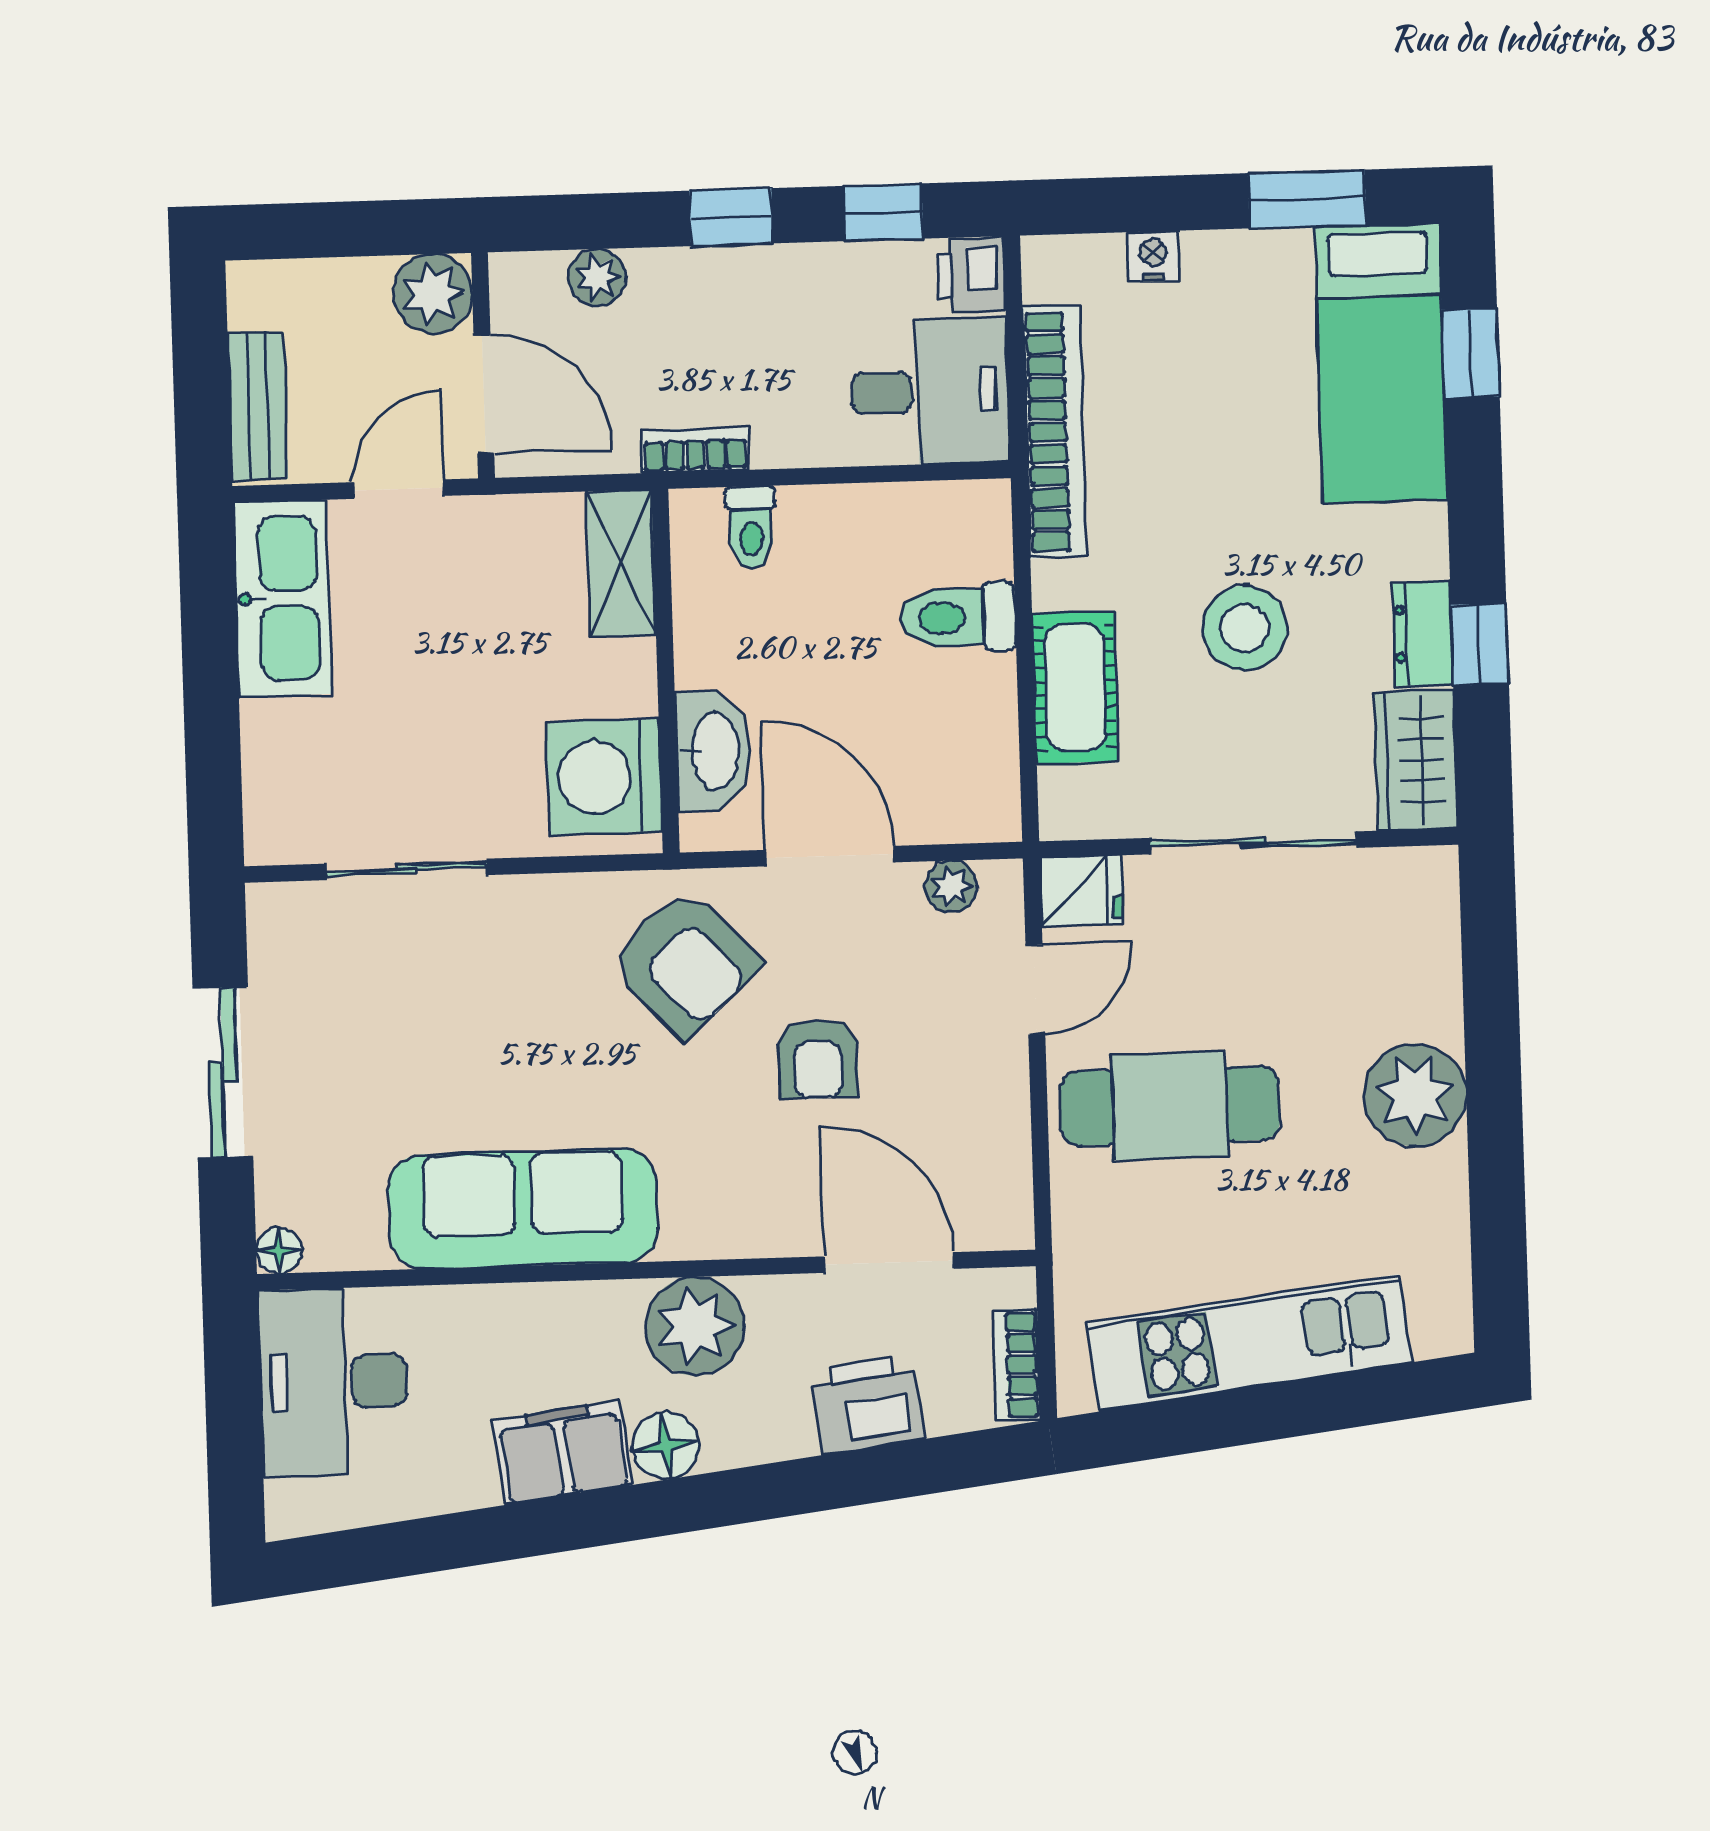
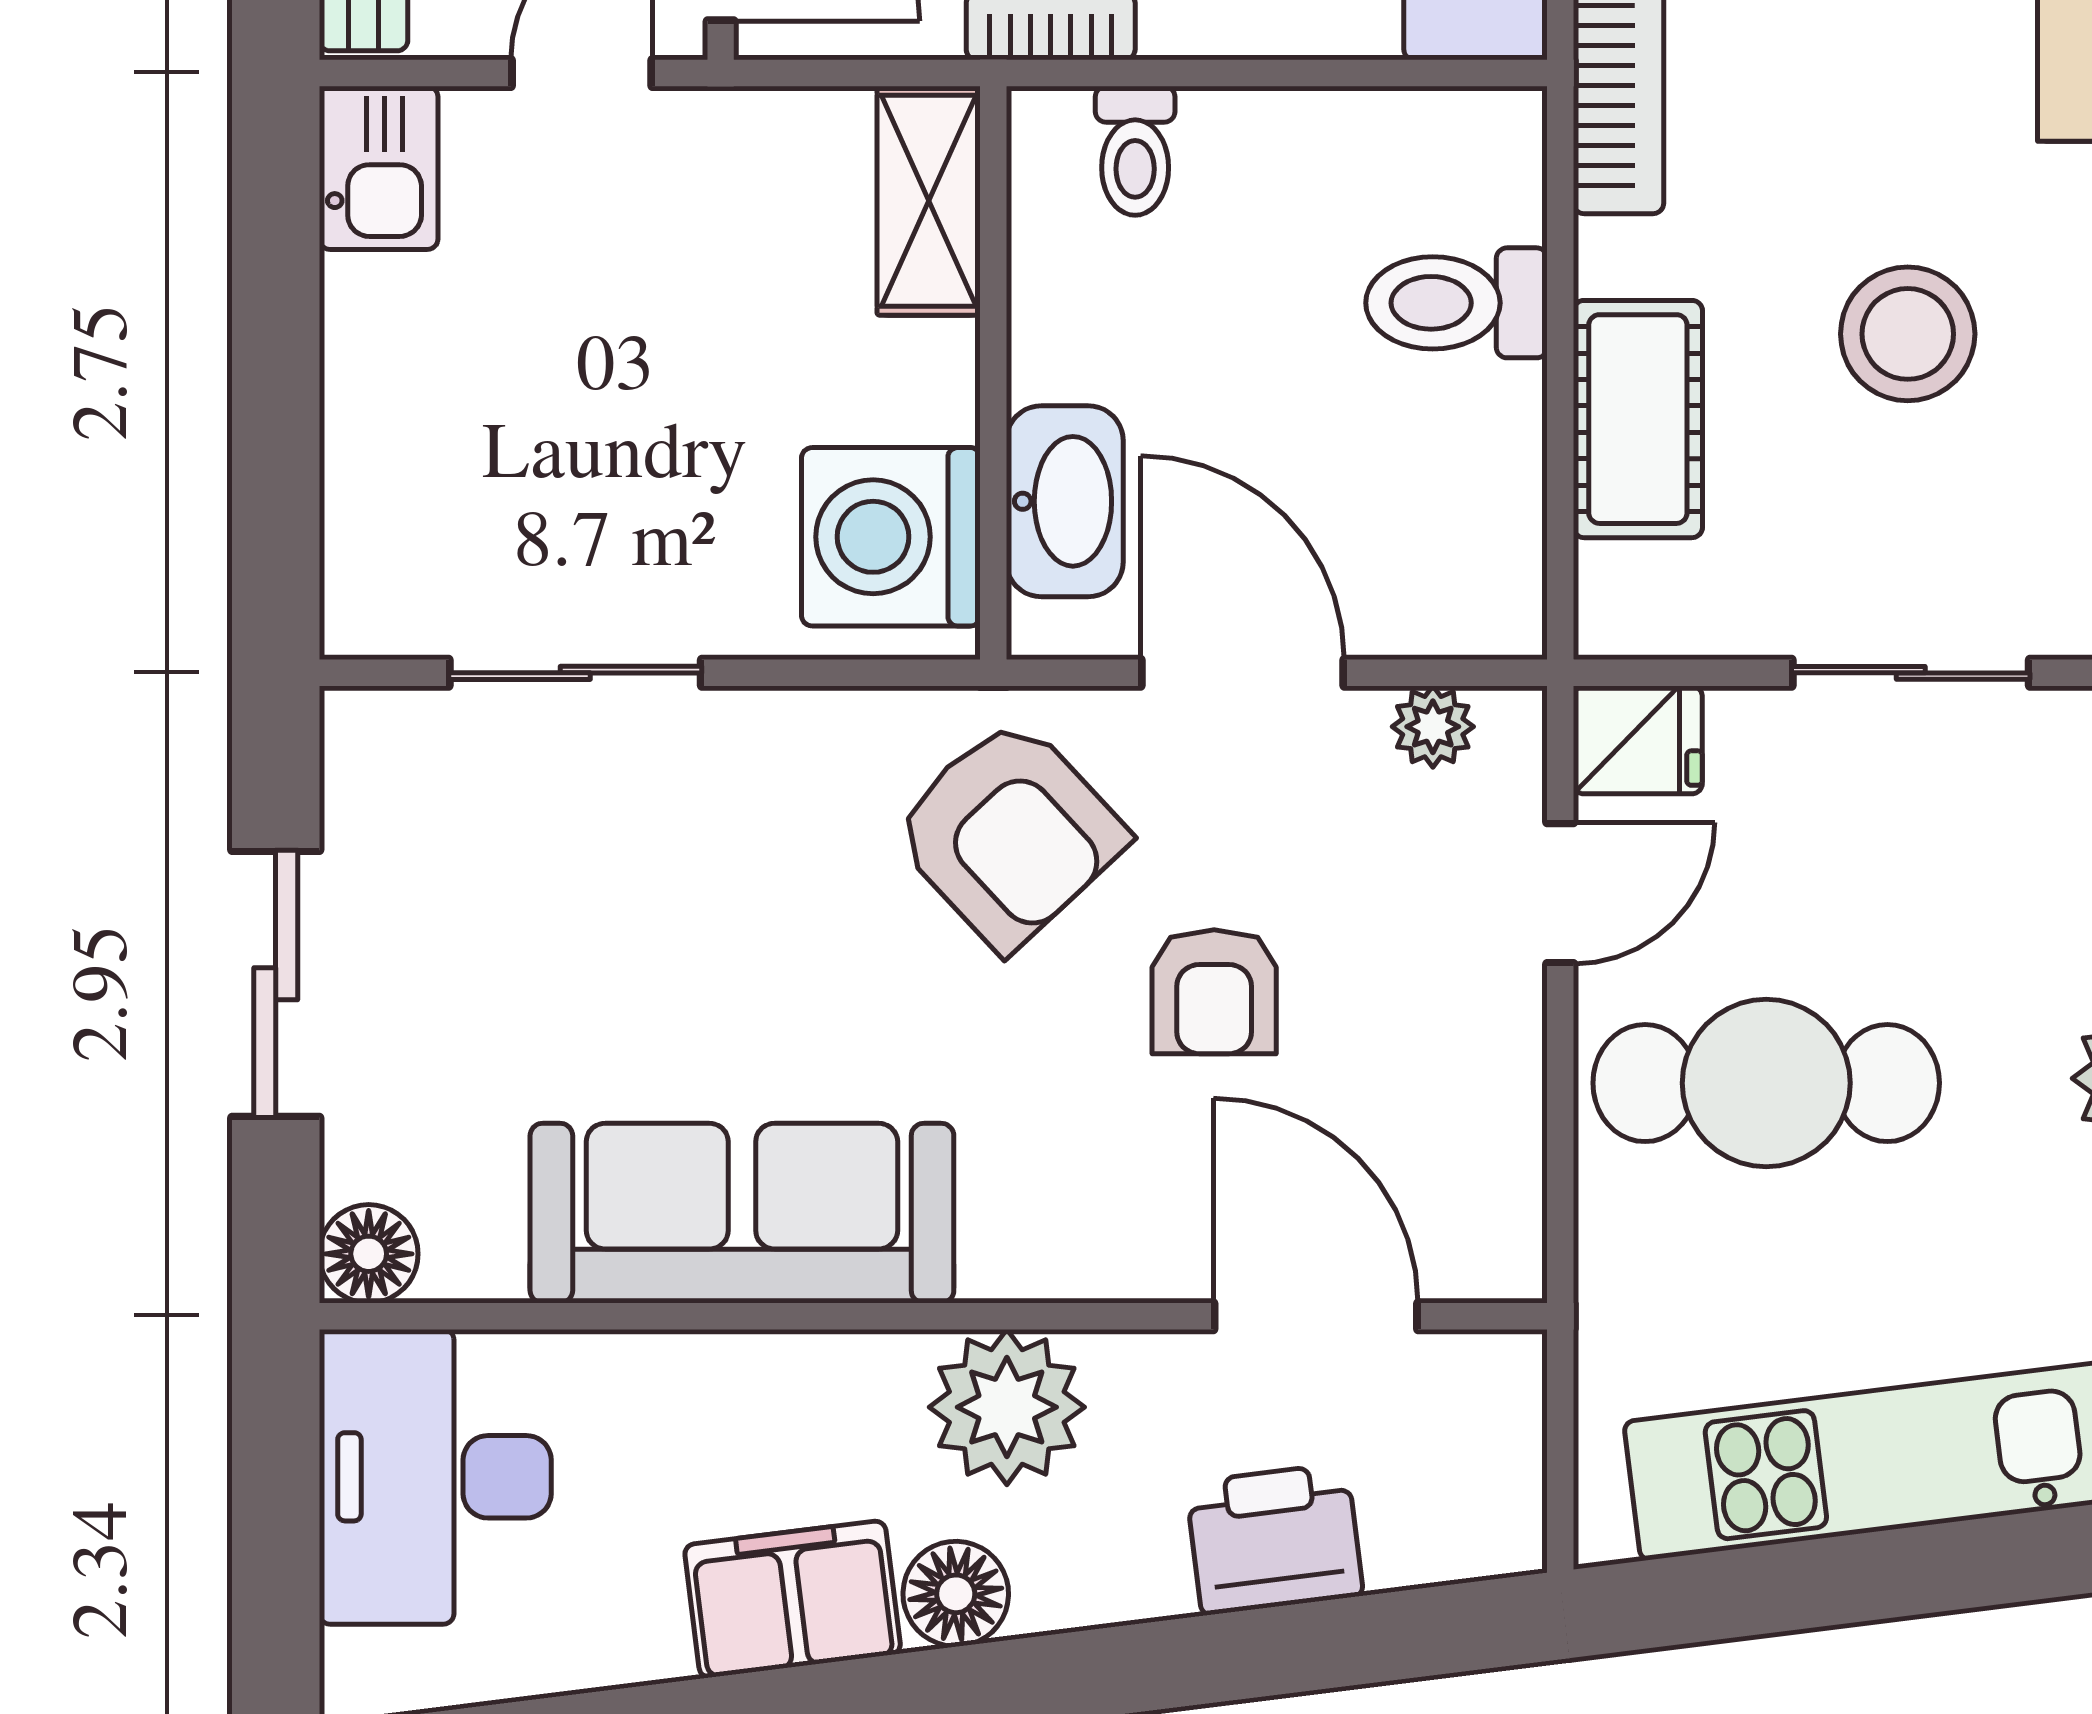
kitchen sink: (282, 598) -> (379, 168), width x0.53, depth x0.81
sliding door: (1253, 843) -> (1911, 673), width x0.73
floor lamp: (279, 1251) -> (369, 1254), width x1.37, depth x1.37
bookcase: (1017, 1365) -> (1512, 1484), removed

